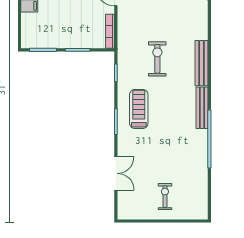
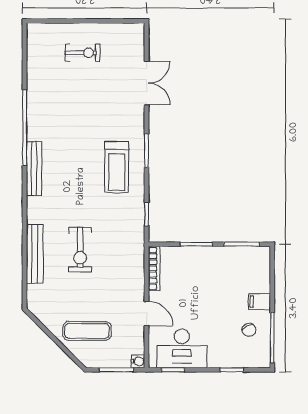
exercise bike: (157, 59) -> (80, 250), moved
bench: (202, 63) -> (35, 254), moved
double door: (116, 173) -> (147, 83), swing flipped
exercise bike: (165, 197) -> (82, 53), turned -90

